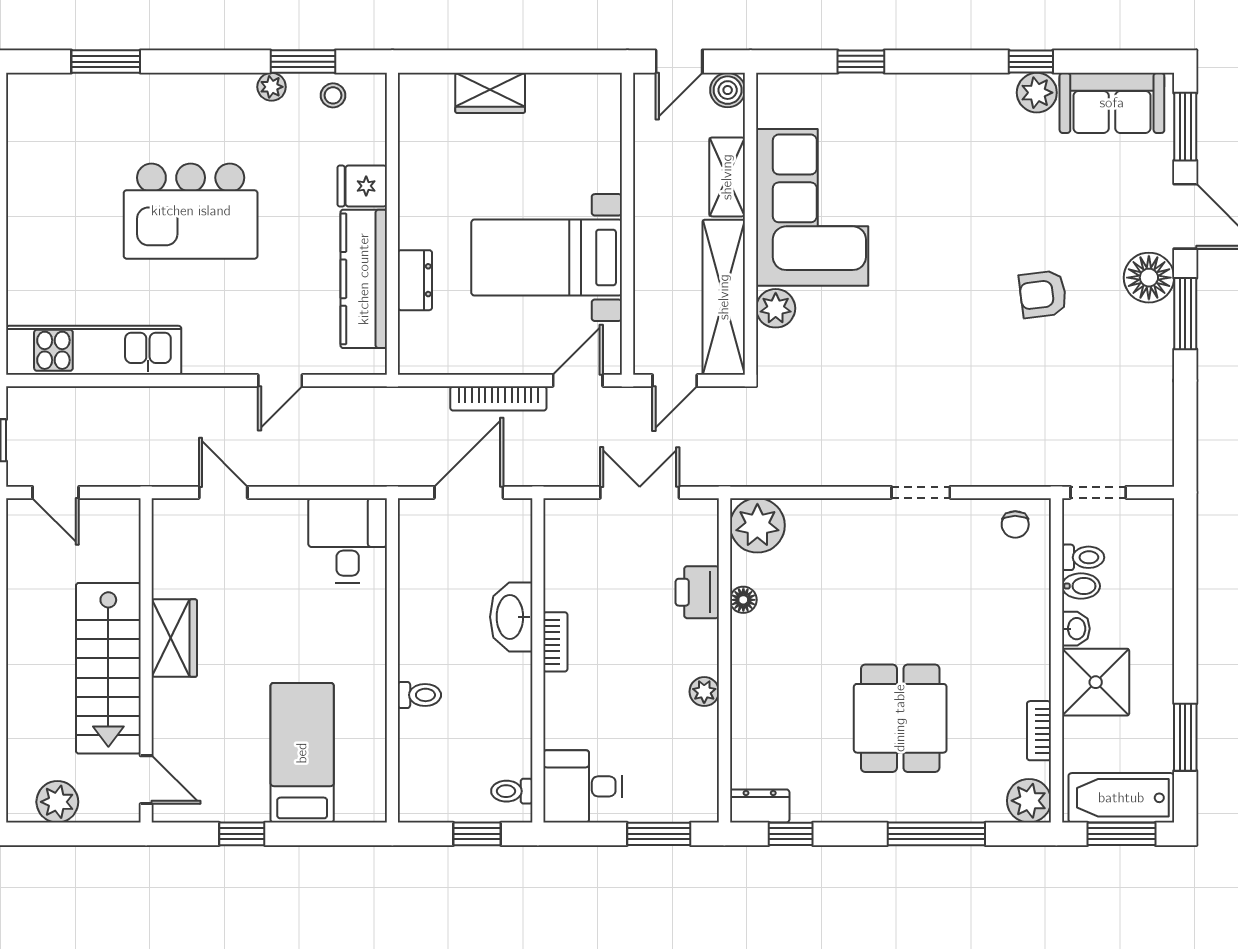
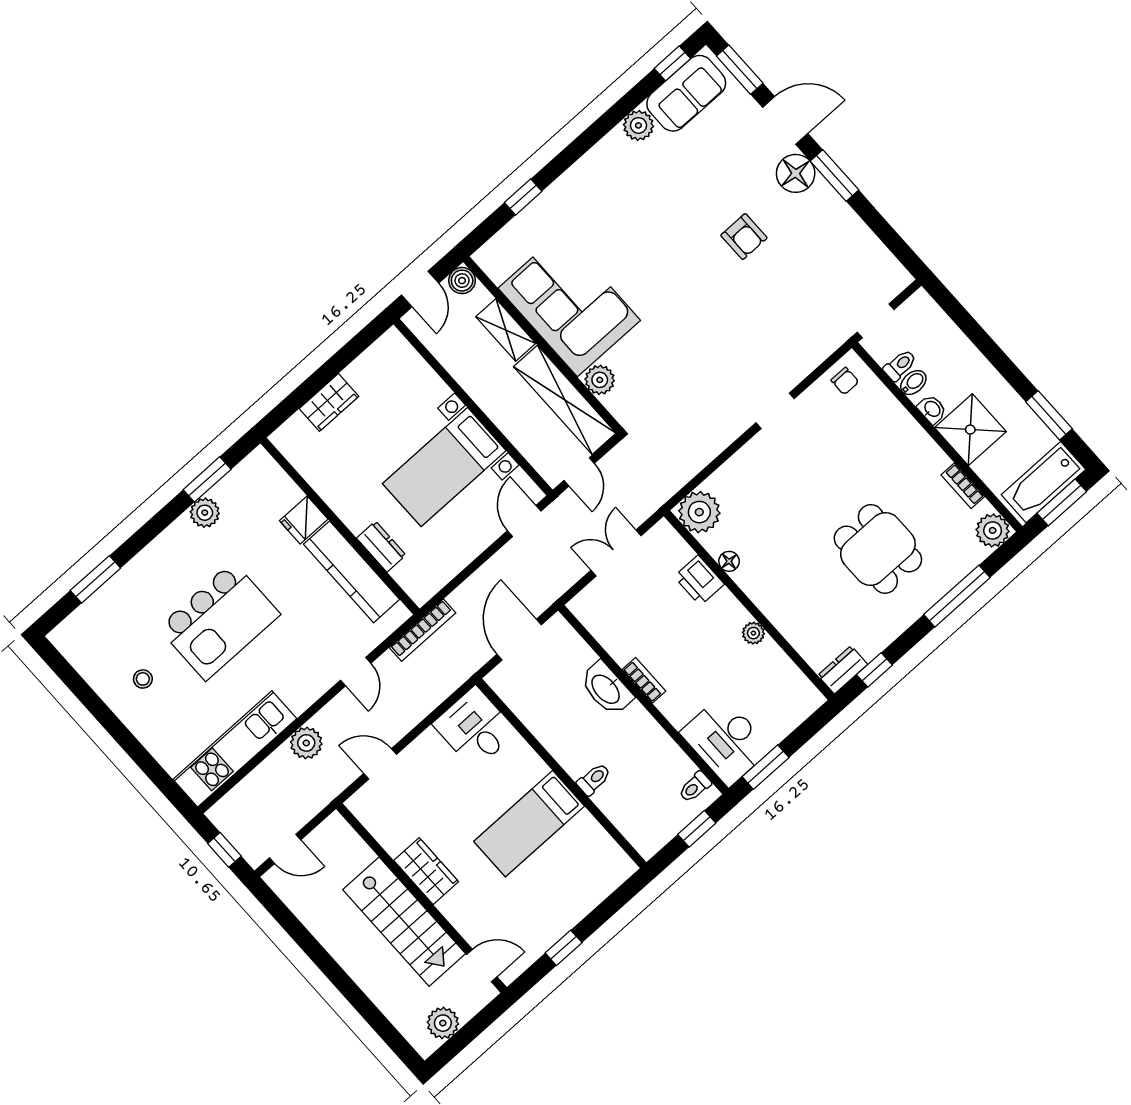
window: (1031, 62) -> (672, 63), moved
plant: (272, 87) -> (205, 513), width x1.38, depth x1.38
stool: (333, 95) -> (143, 679), moved
armchair: (1043, 294) -> (744, 237), turned -83
bookcase: (498, 398) -> (422, 630), moved
plant: (169, 407) -> (306, 743), added
bed: (302, 753) -> (529, 824), moved, turned -90
desk: (583, 786) -> (726, 741), width x1.37
window: (659, 834) -> (766, 767), moved

